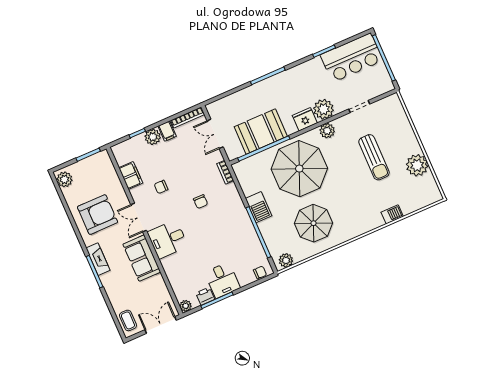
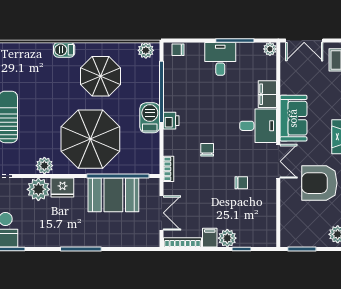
filing cabinet: (131, 175) -> (267, 94), moved
barbecue: (392, 214) -> (64, 50), moved
printer: (205, 296) -> (171, 121), moved, turned -90

